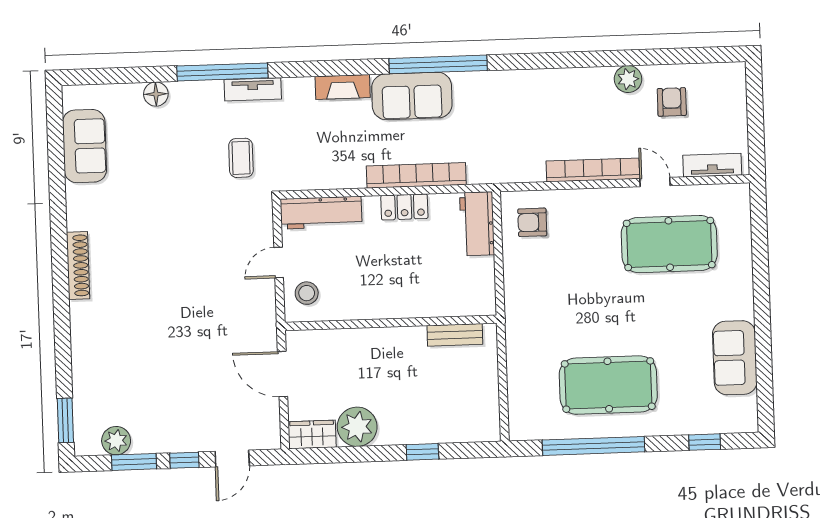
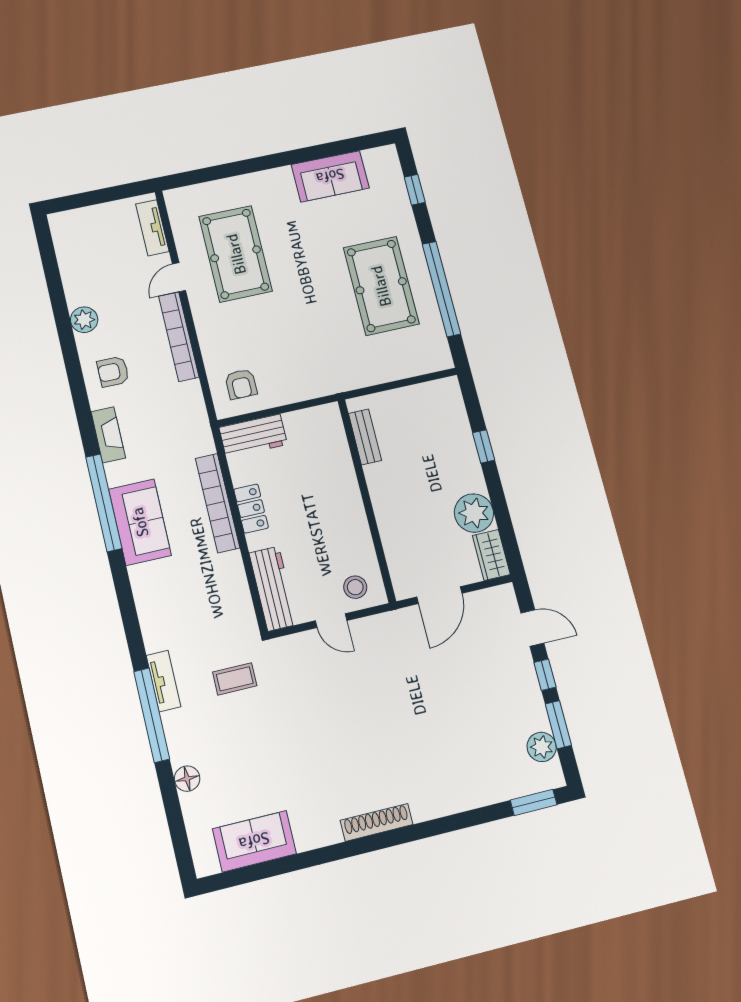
fireplace: (343, 87) -> (108, 435), moved
armchair: (672, 102) -> (113, 372), moved

